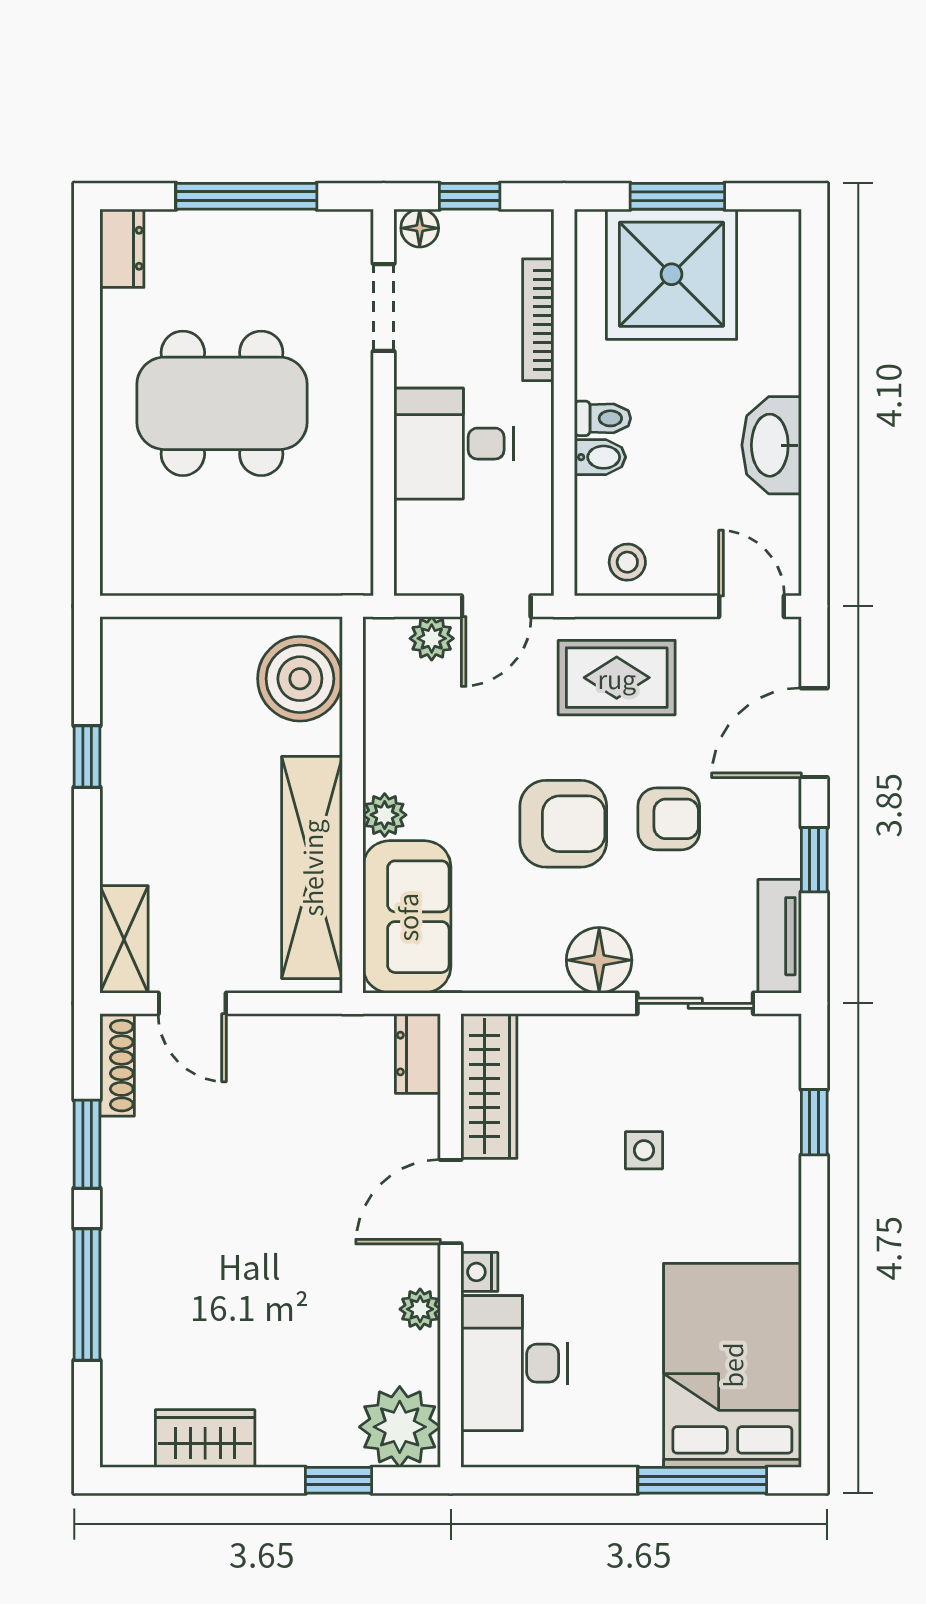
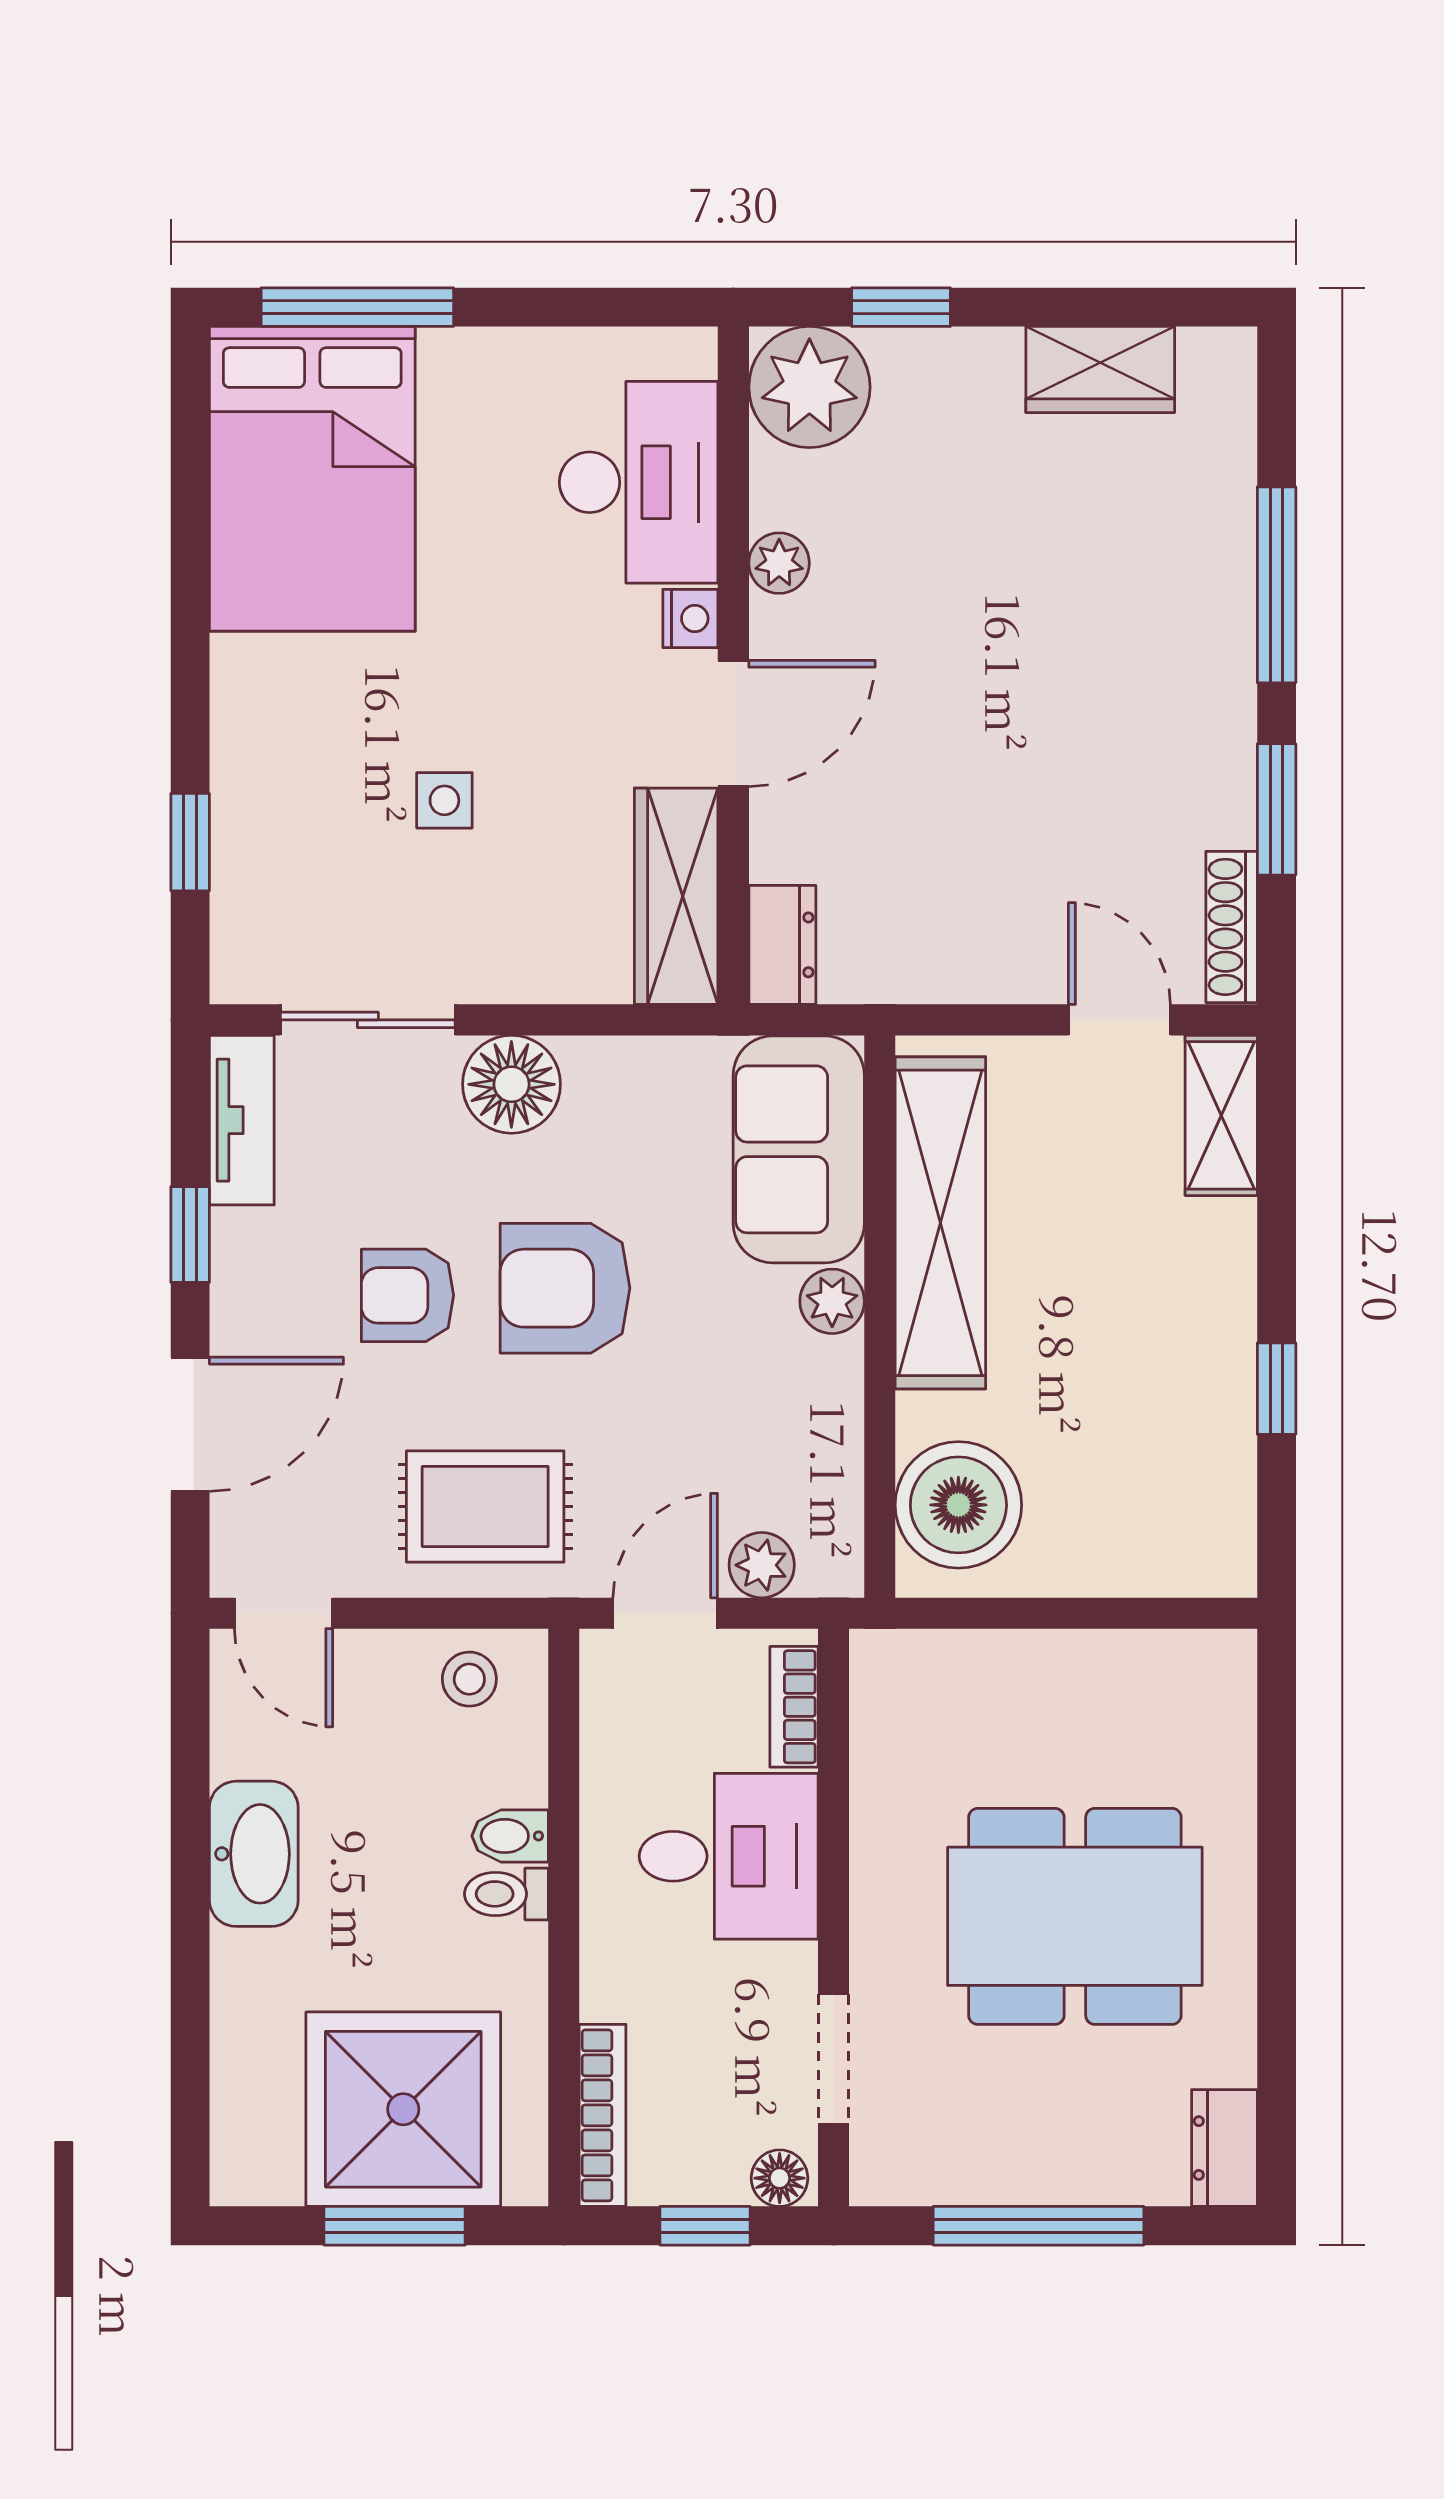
bookcase: (538, 320) -> (603, 2115), moved
bookcase: (410, 544) -> (794, 1707), added

